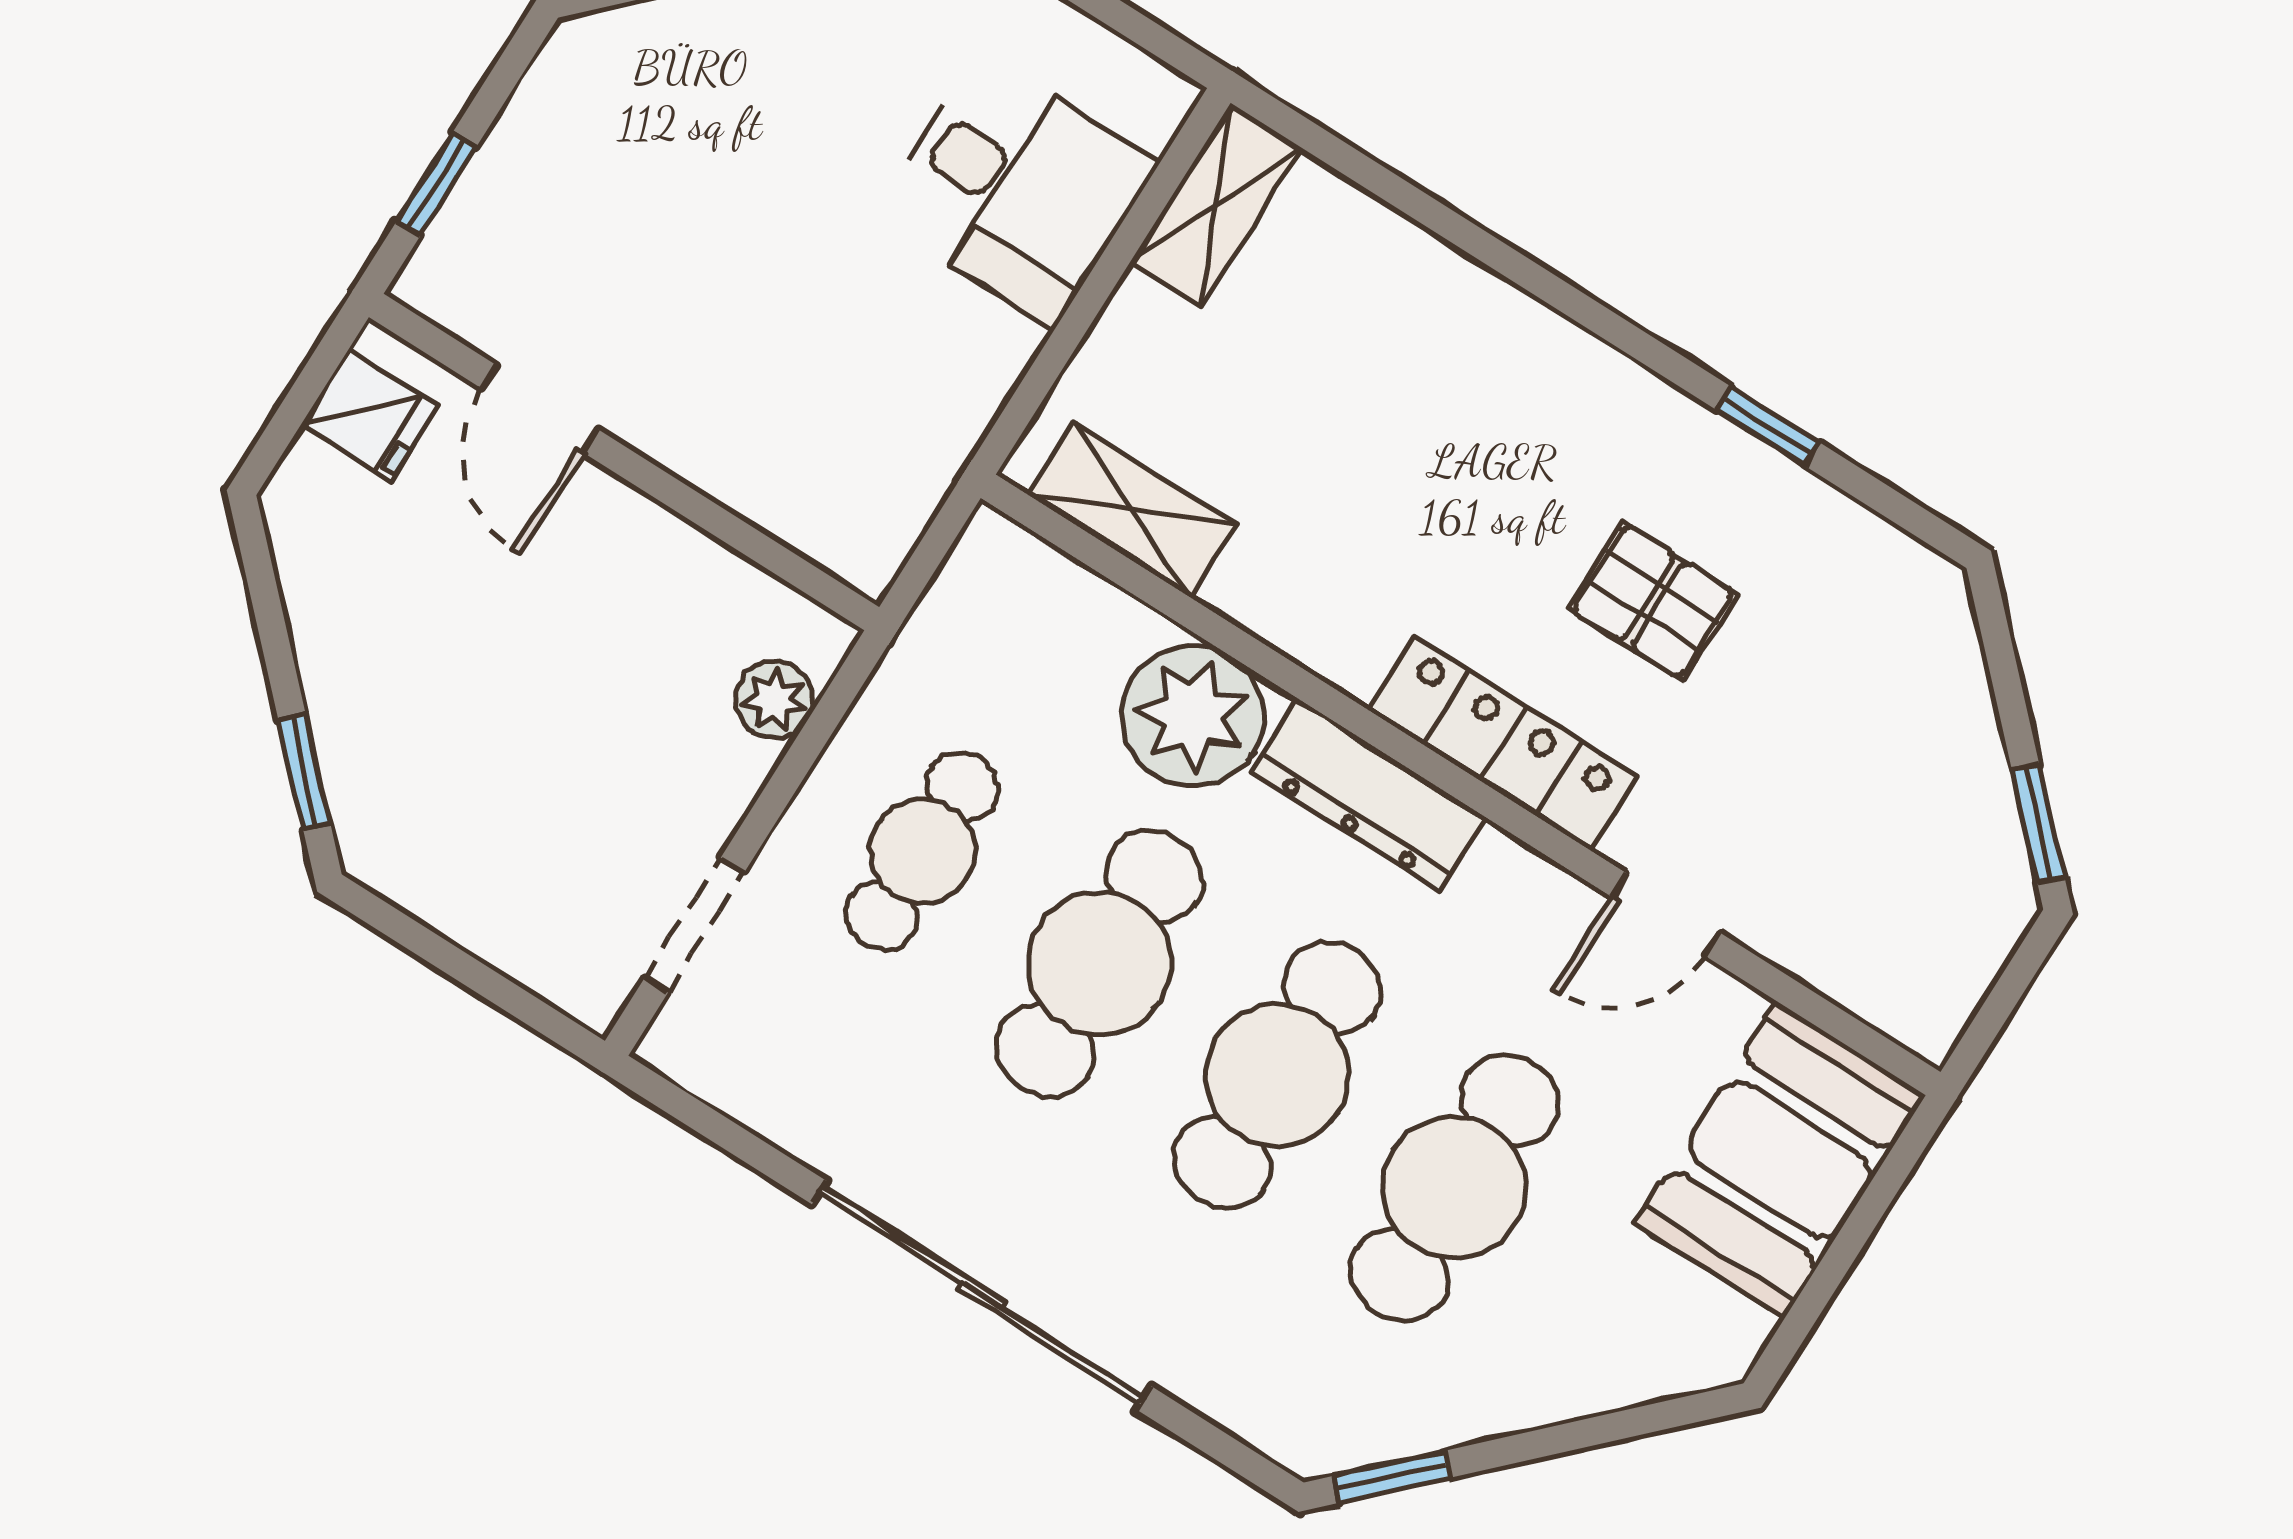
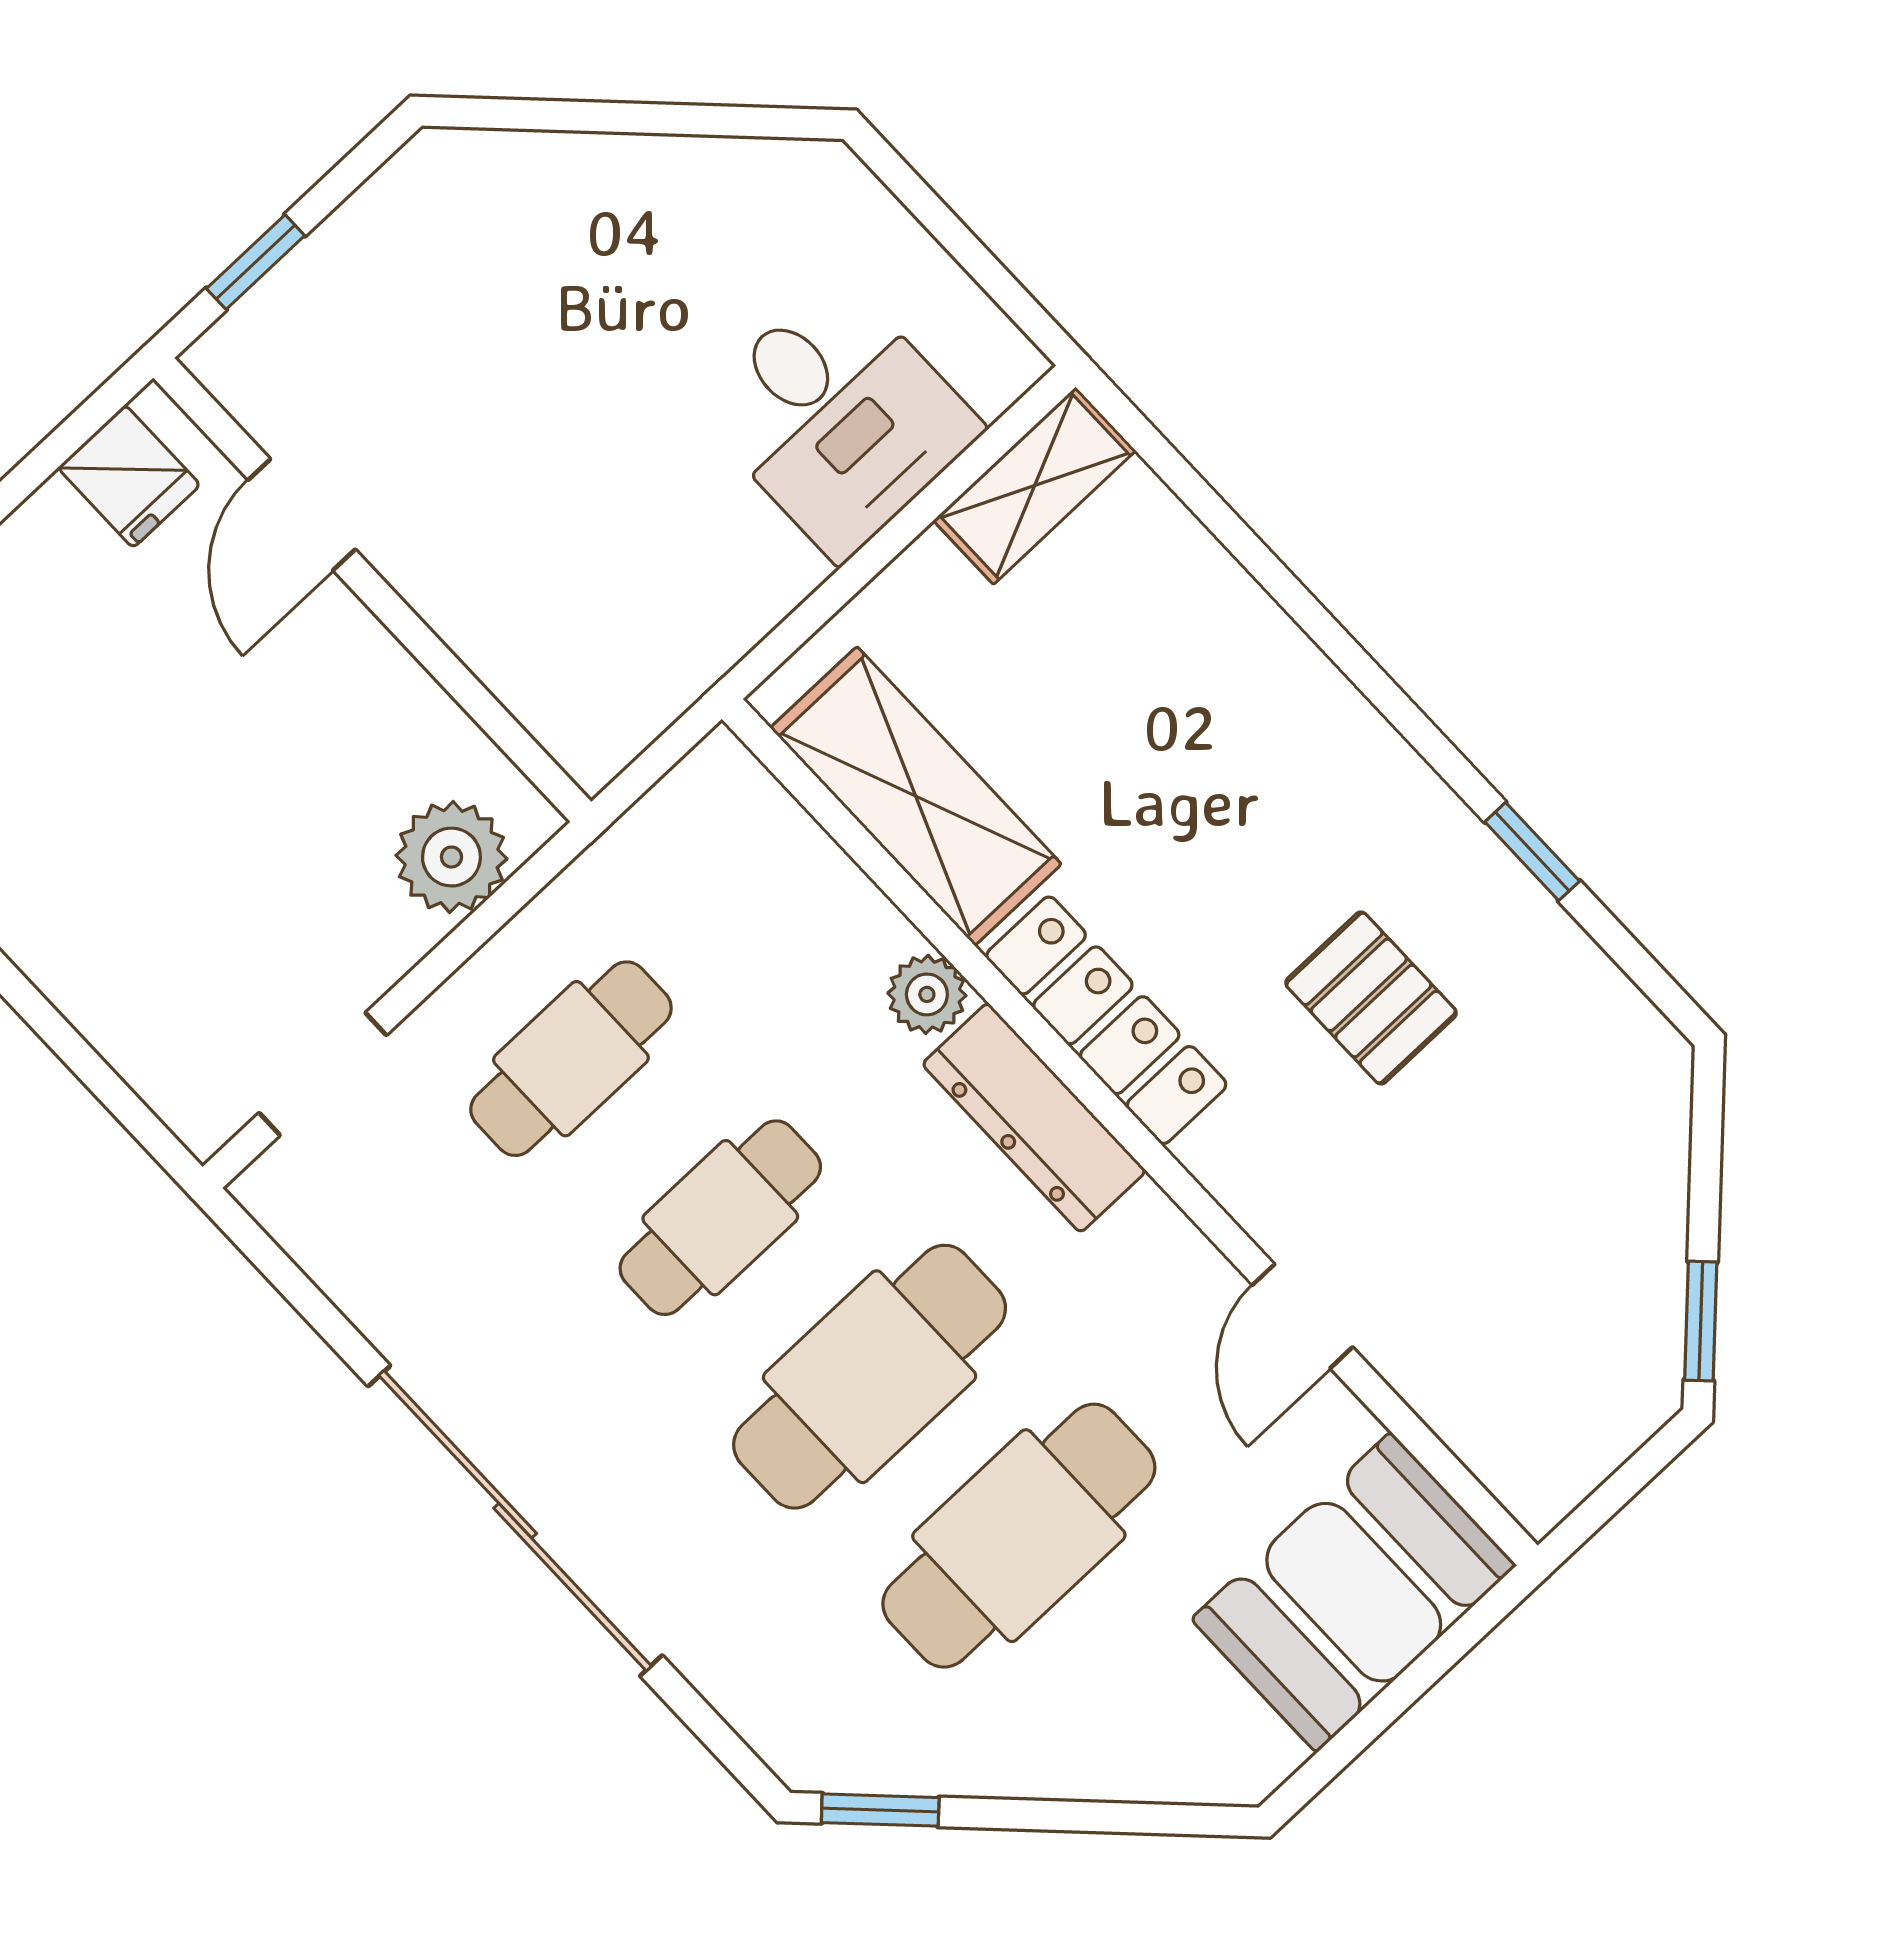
shelving: (1132, 510) -> (916, 796), width x1.50, depth x1.33
plant: (774, 700) -> (451, 857), width x1.38, depth x1.38
plant: (1193, 716) -> (927, 994), width x0.53, depth x0.53
locker: (1502, 743) -> (1106, 1020), moved
door: (1666, 915) -> (1303, 1316), hinge flipped
cafe table: (1100, 963) -> (720, 1218), width x0.73, depth x0.74

